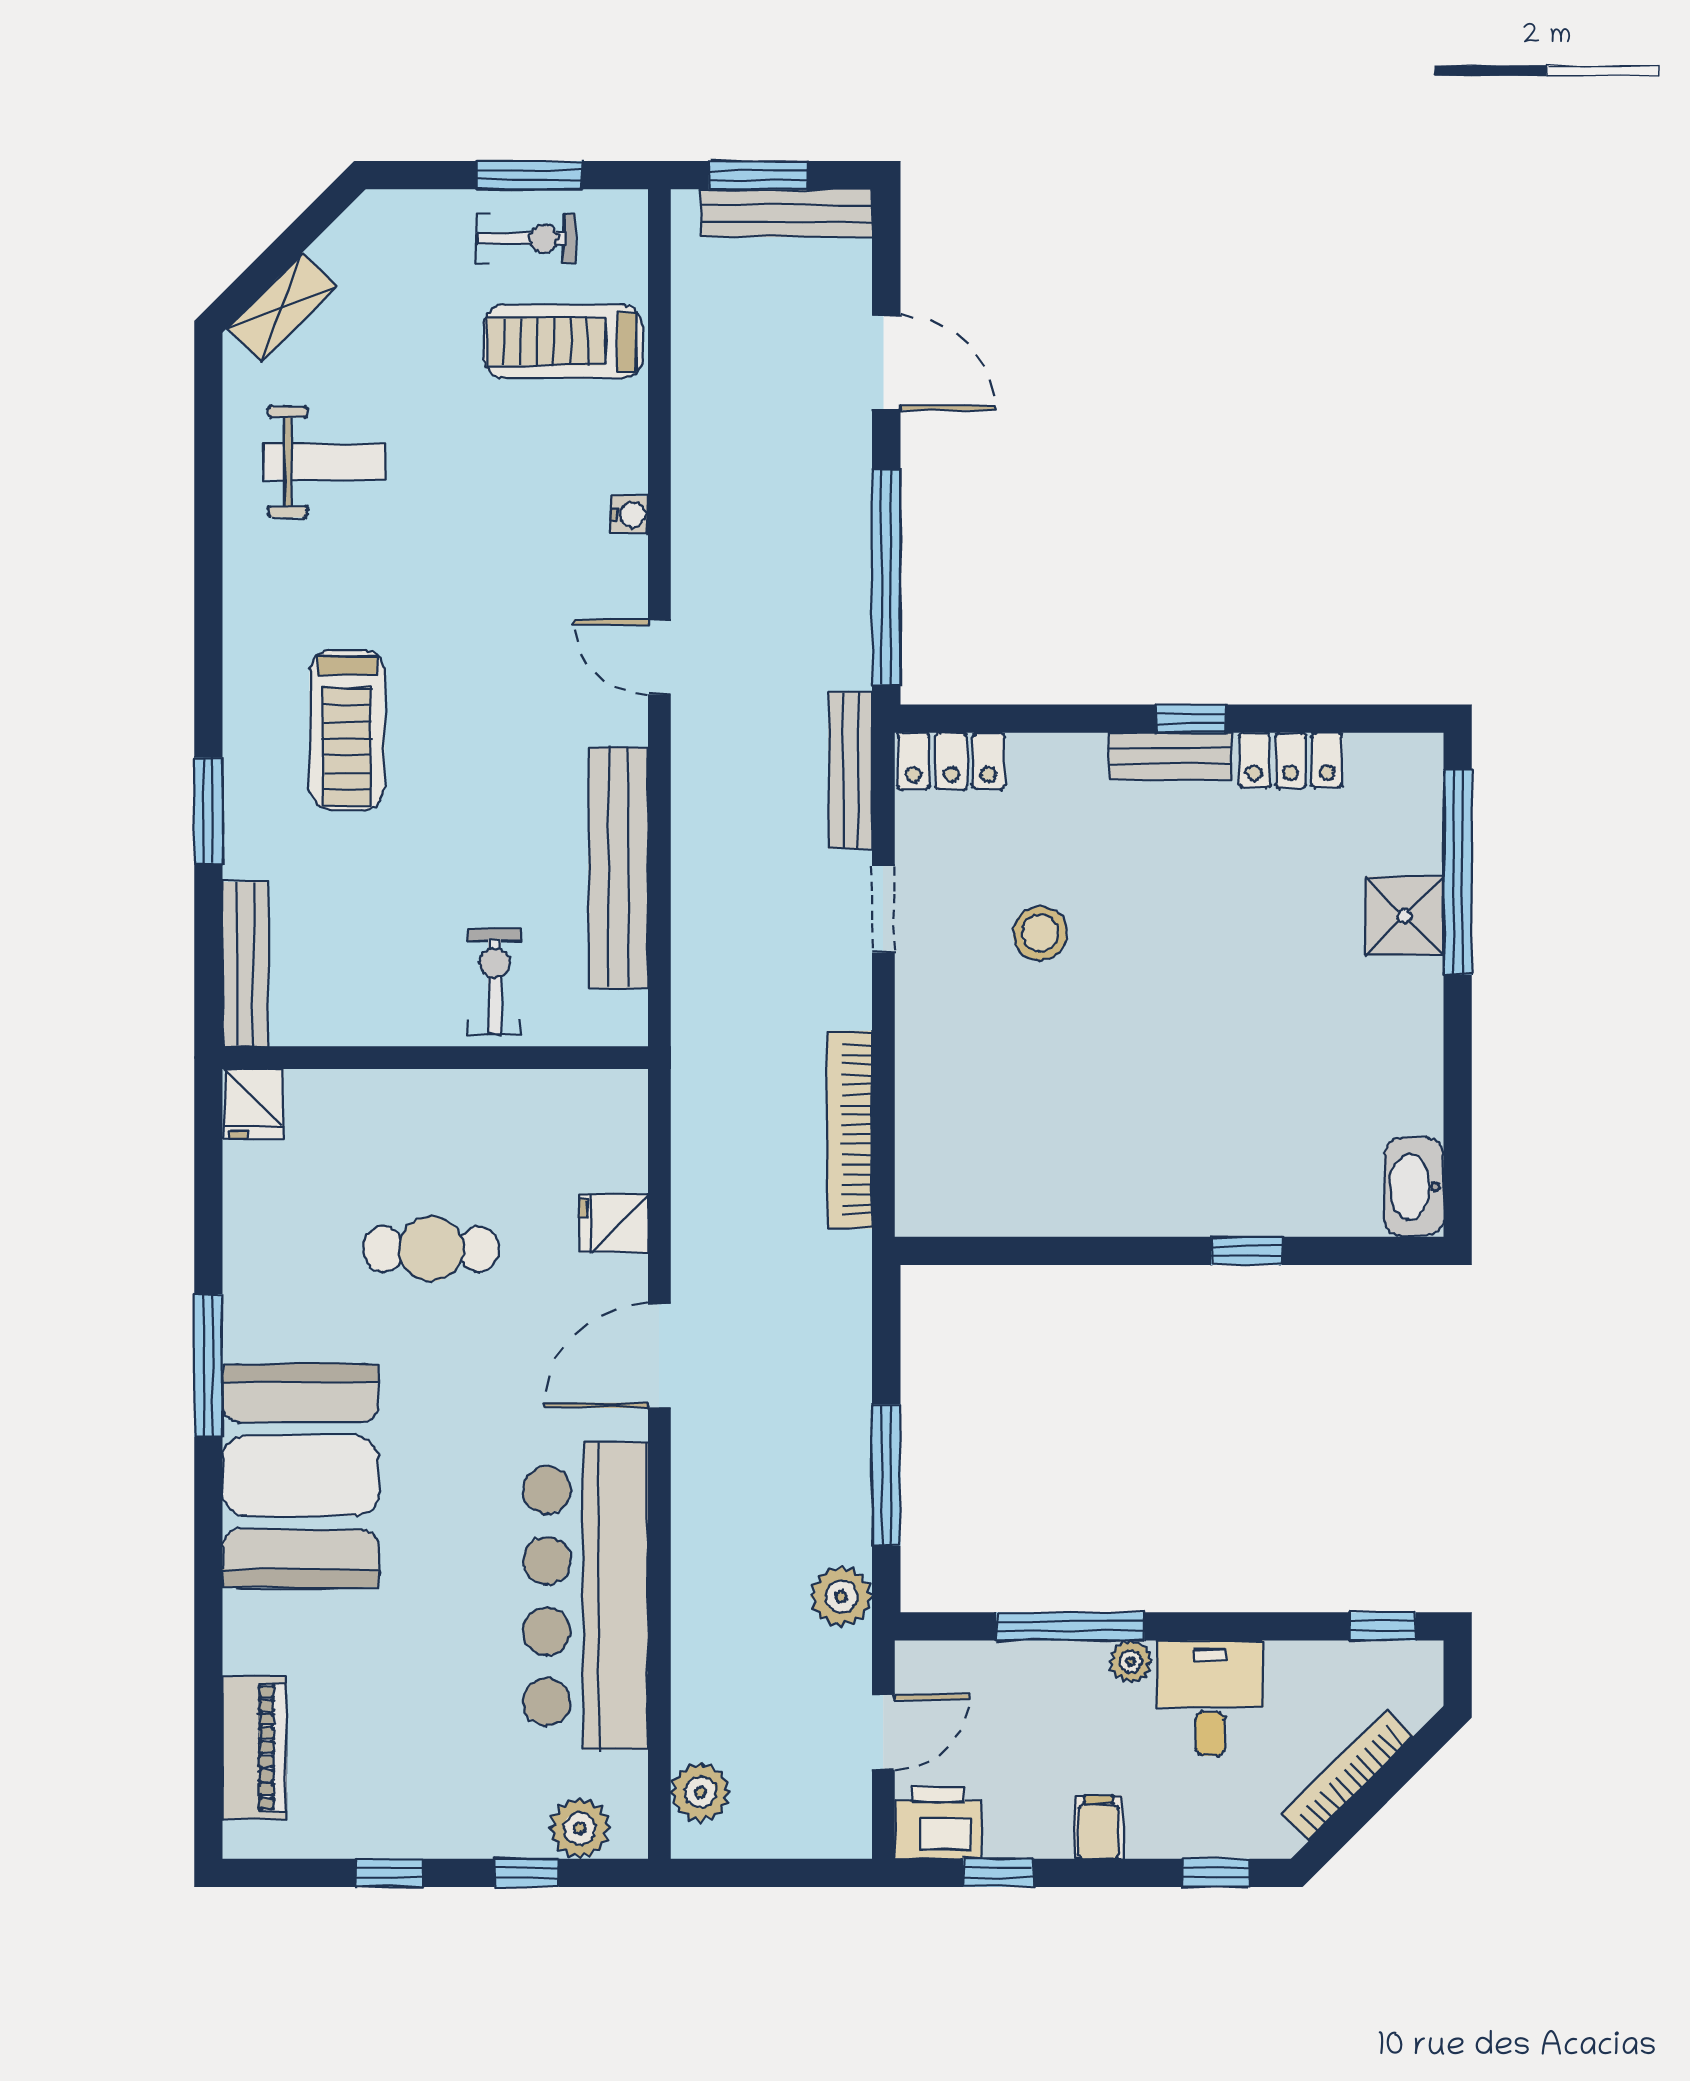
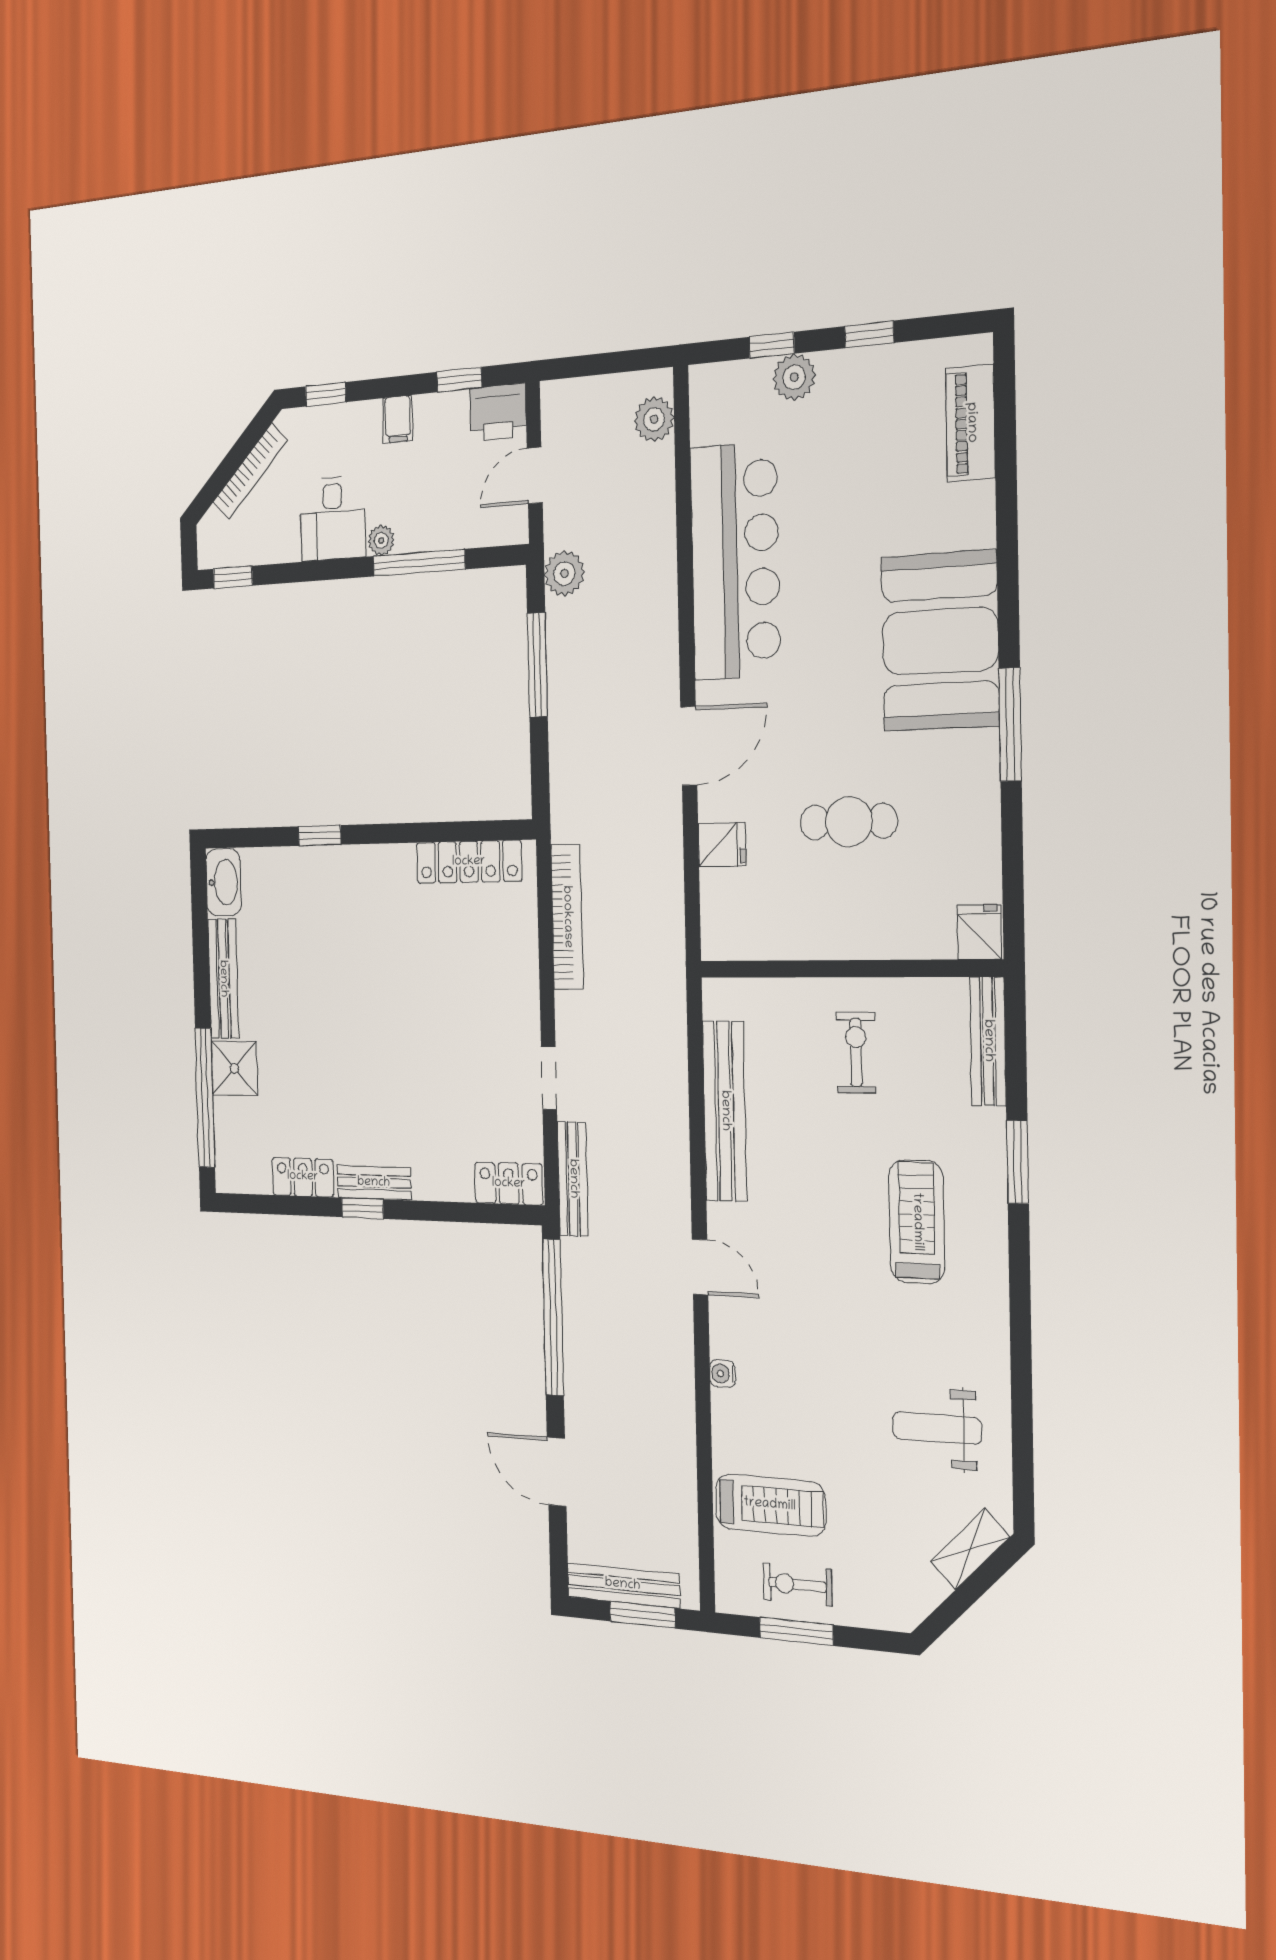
stool: (1040, 933) -> (450, 1059), removed
exercise bike: (494, 982) -> (856, 1053), moved, turned 180
bench: (1419, 1047) -> (223, 979), added
locker: (1002, 1208) -> (469, 862), added
plant: (580, 1828) -> (794, 377), moved

